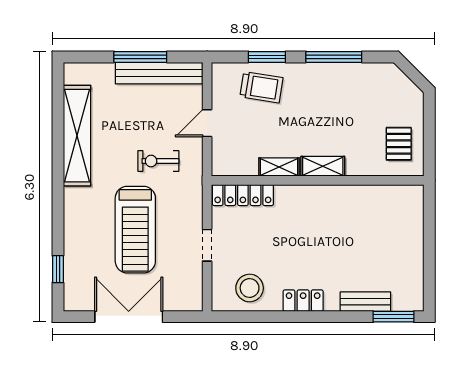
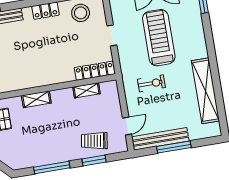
door: (207, 123) -> (127, 126), moved
shelving: (323, 166) -> (36, 99), moved
shelving: (279, 167) -> (86, 90), moved

